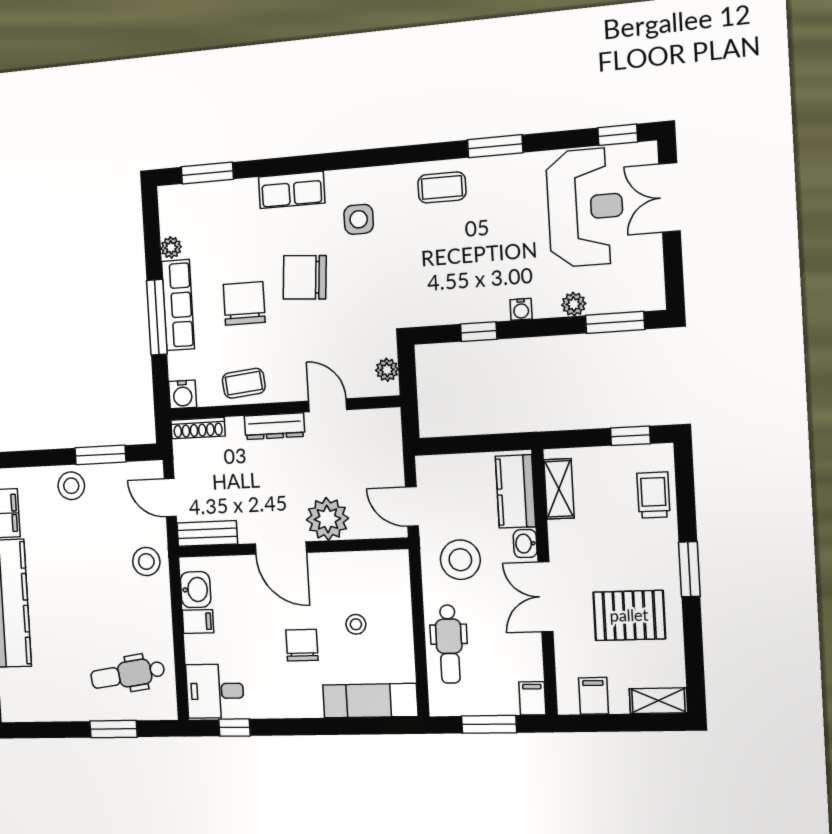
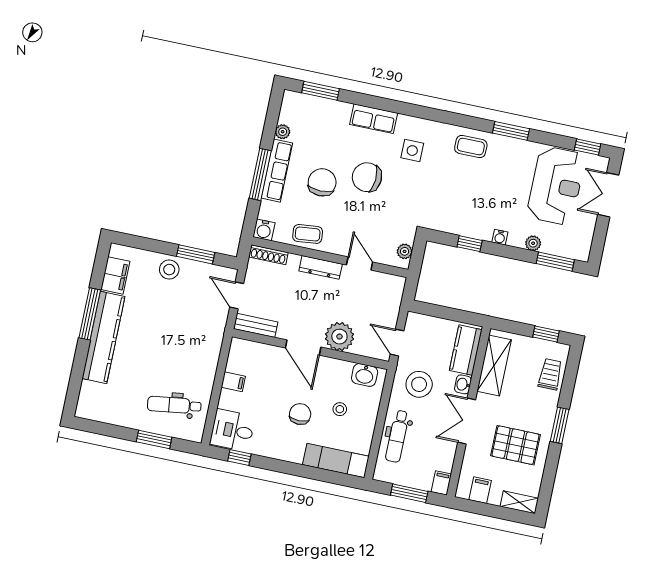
shelving: (559, 489) -> (494, 366), width x1.50, depth x1.33
stool: (146, 562) -> (208, 333), removed
washbasin: (196, 590) -> (365, 375), moved, turned 90

